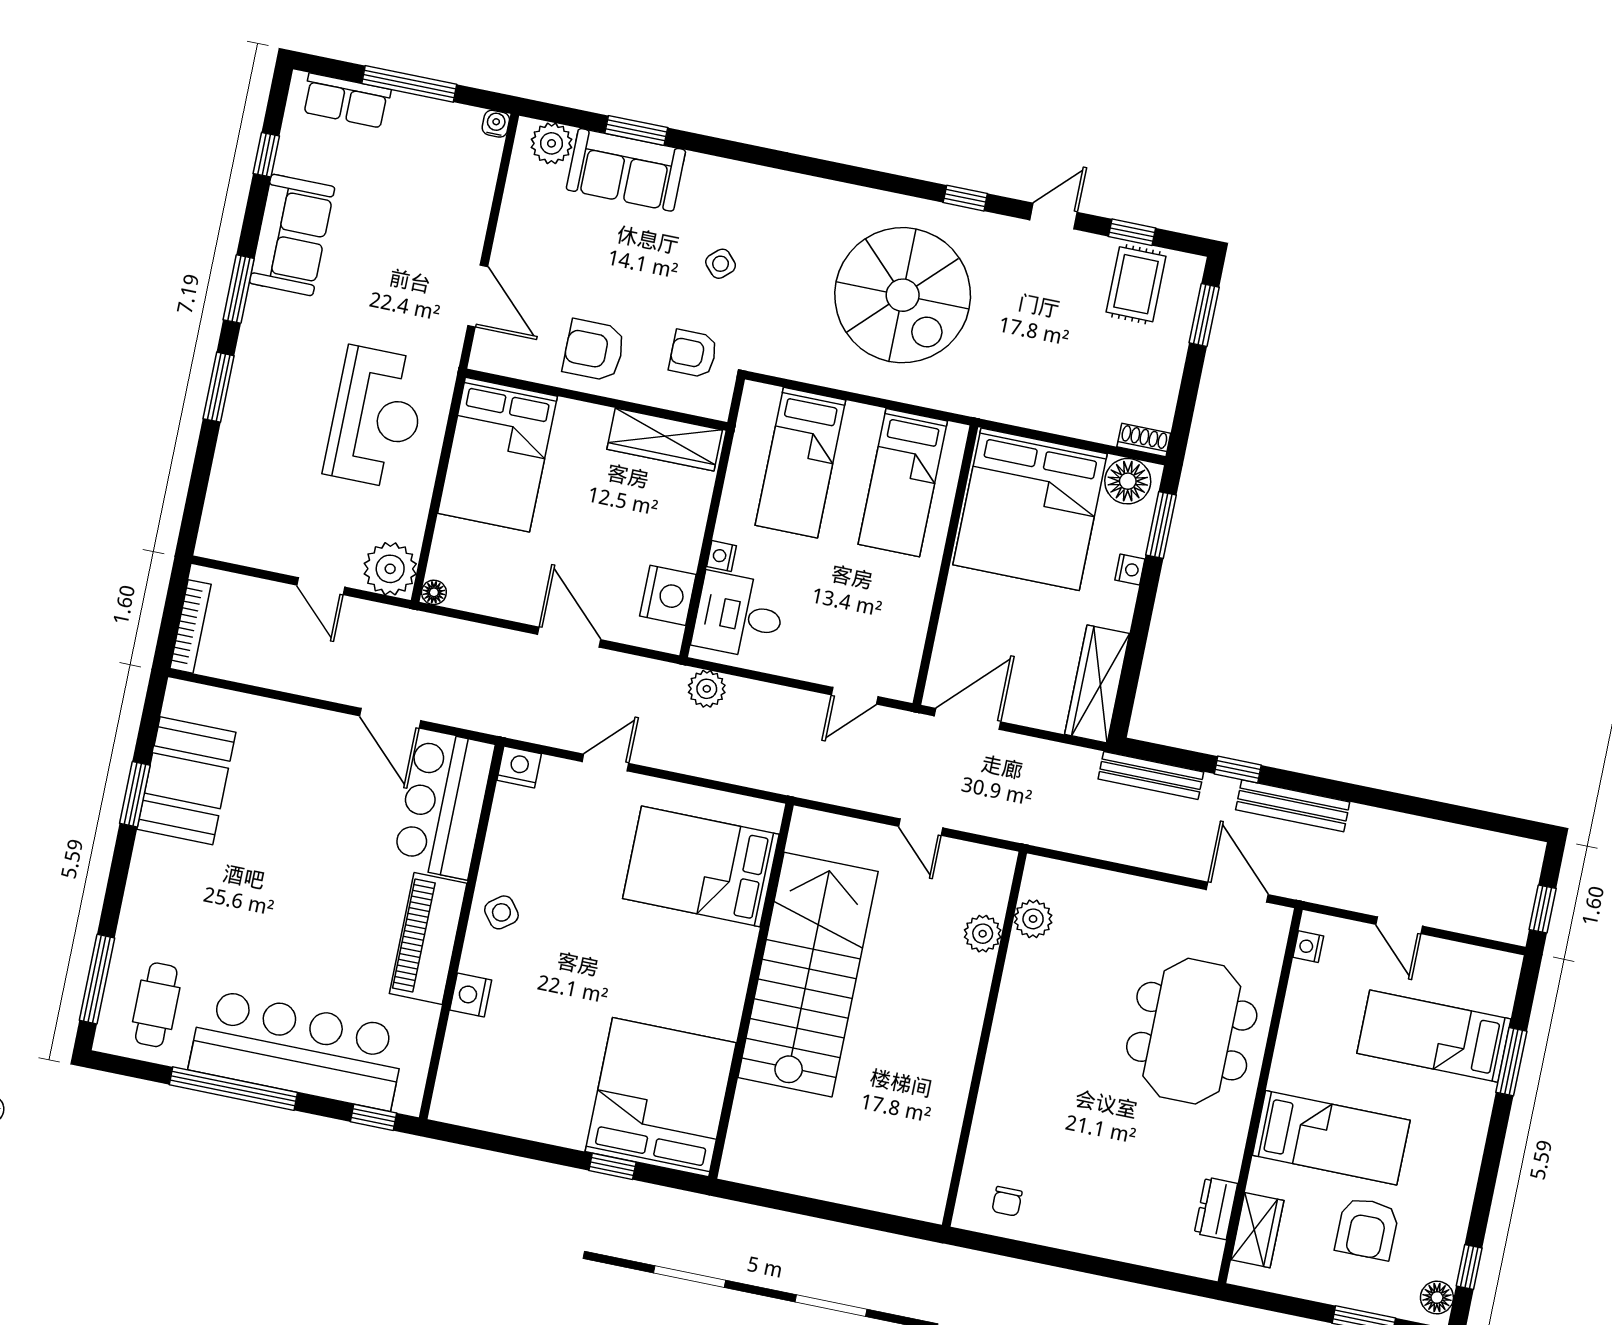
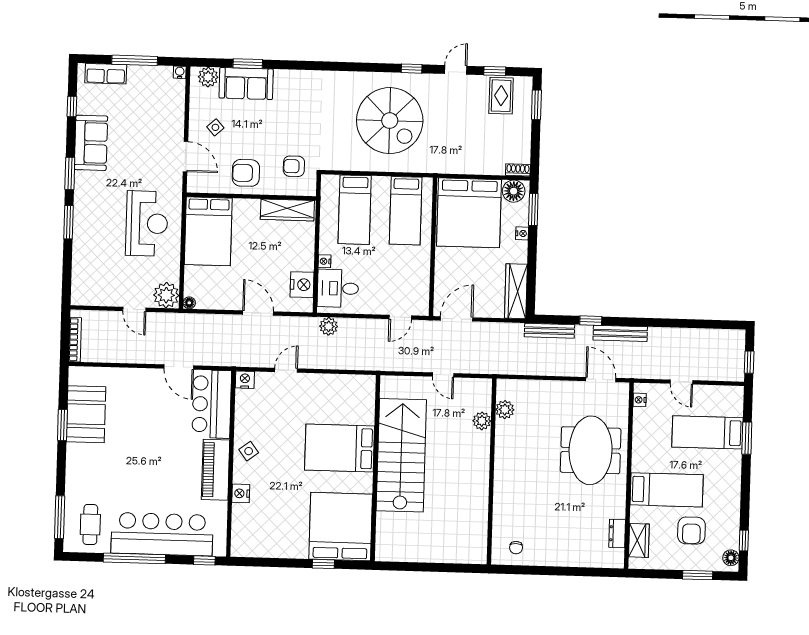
side table: (721, 264) -> (215, 127), moved
bed: (701, 866) -> (340, 448), moved

